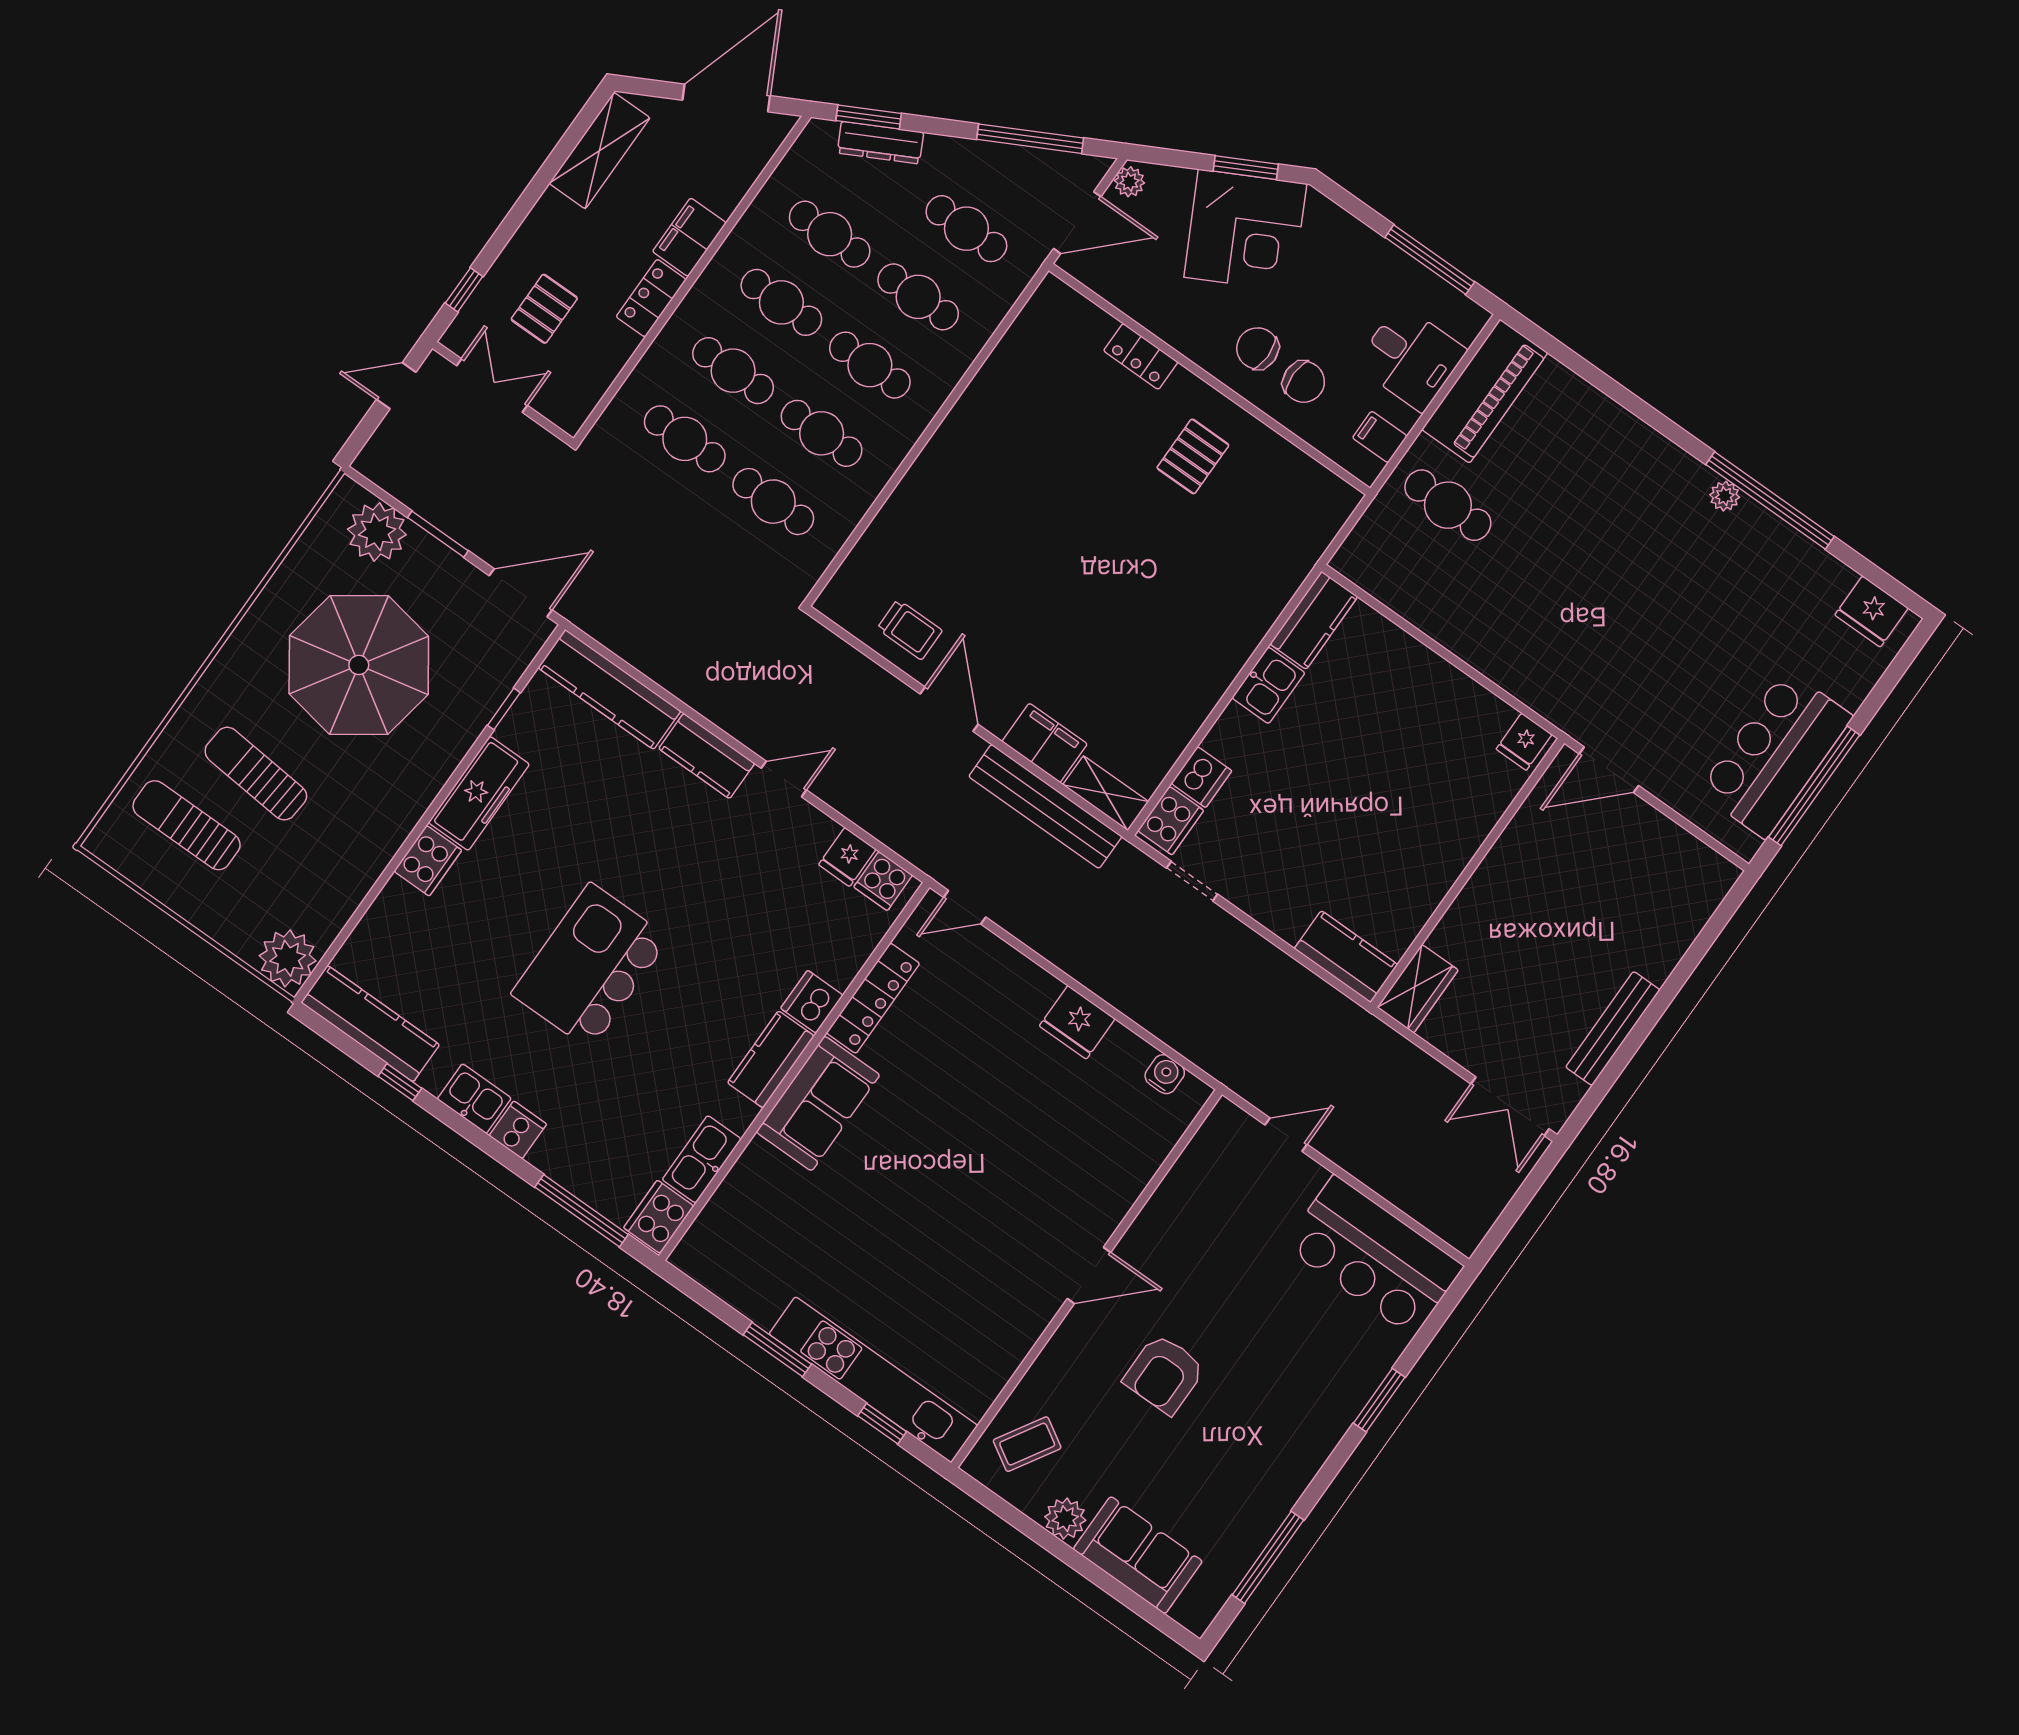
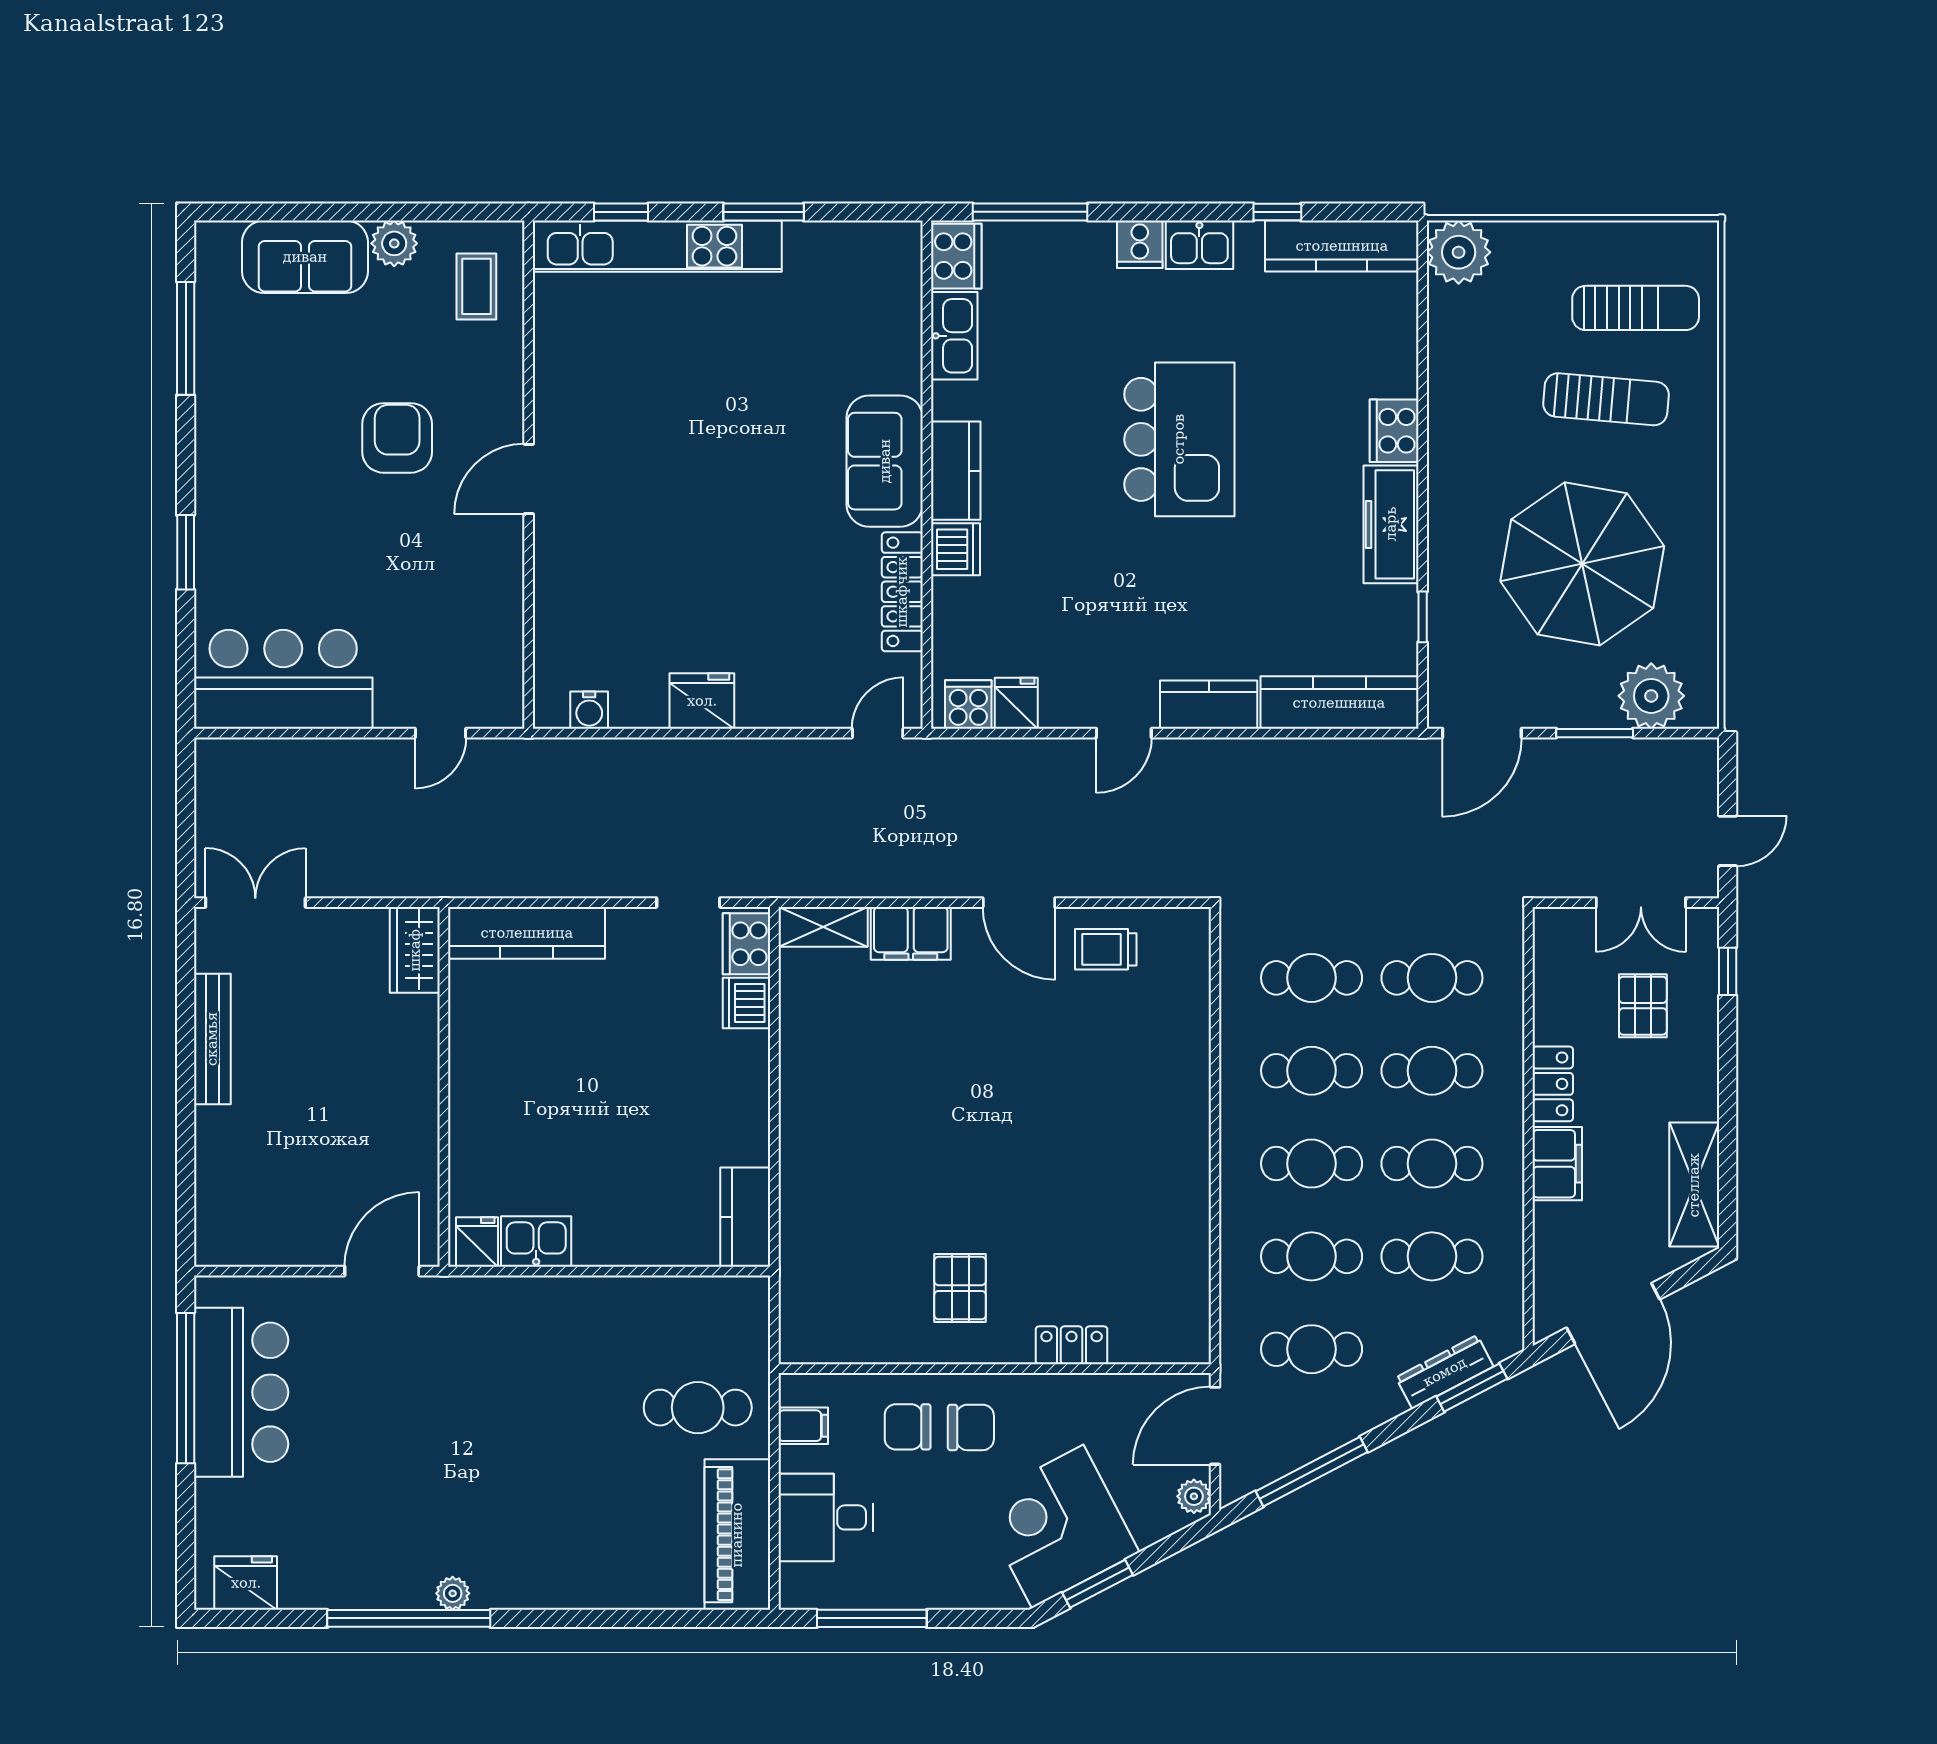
kitchen sink: (1268, 685) -> (536, 1241), moved, turned 90
bench: (1045, 806) -> (869, 876), removed
kitchen counter: (1346, 957) -> (527, 933), width x1.50
coffee table: (1027, 1444) -> (476, 286), turned -31

